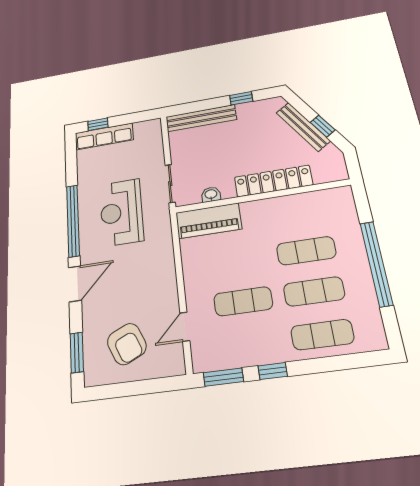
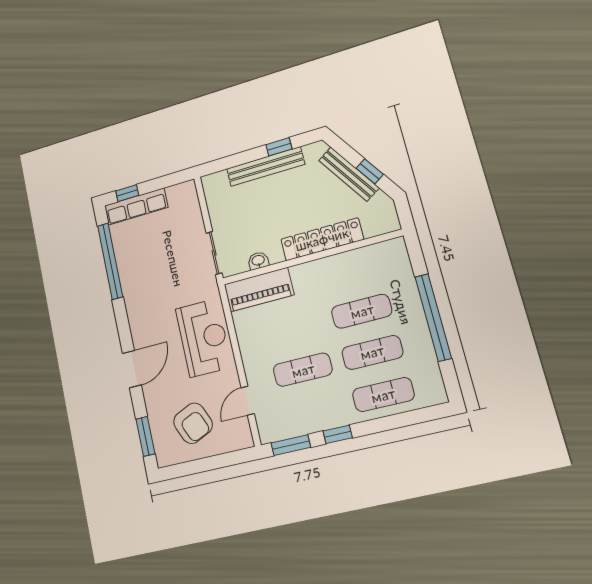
bench: (201, 118) -> (265, 167), moved
reception desk: (121, 212) -> (204, 338), moved, turned 180
window: (73, 221) -> (110, 261), moved

